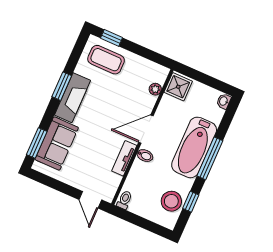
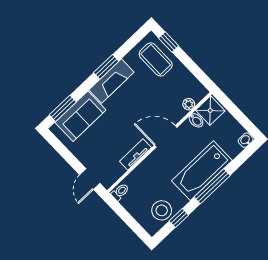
bidet: (145, 156) -> (196, 120), moved

